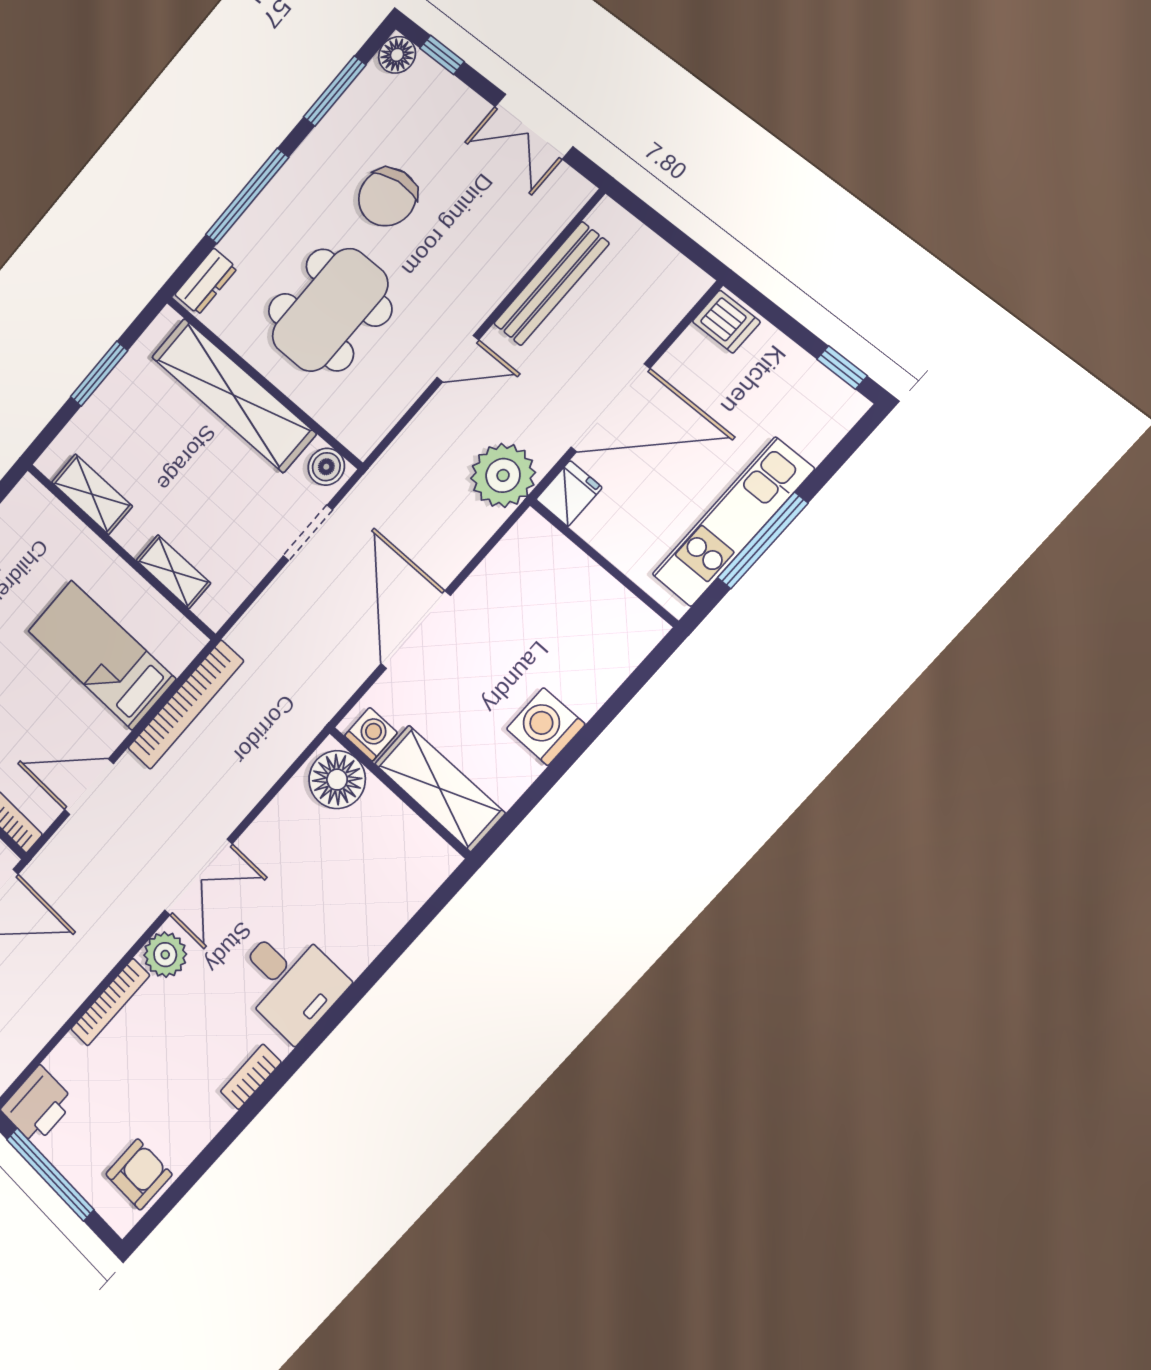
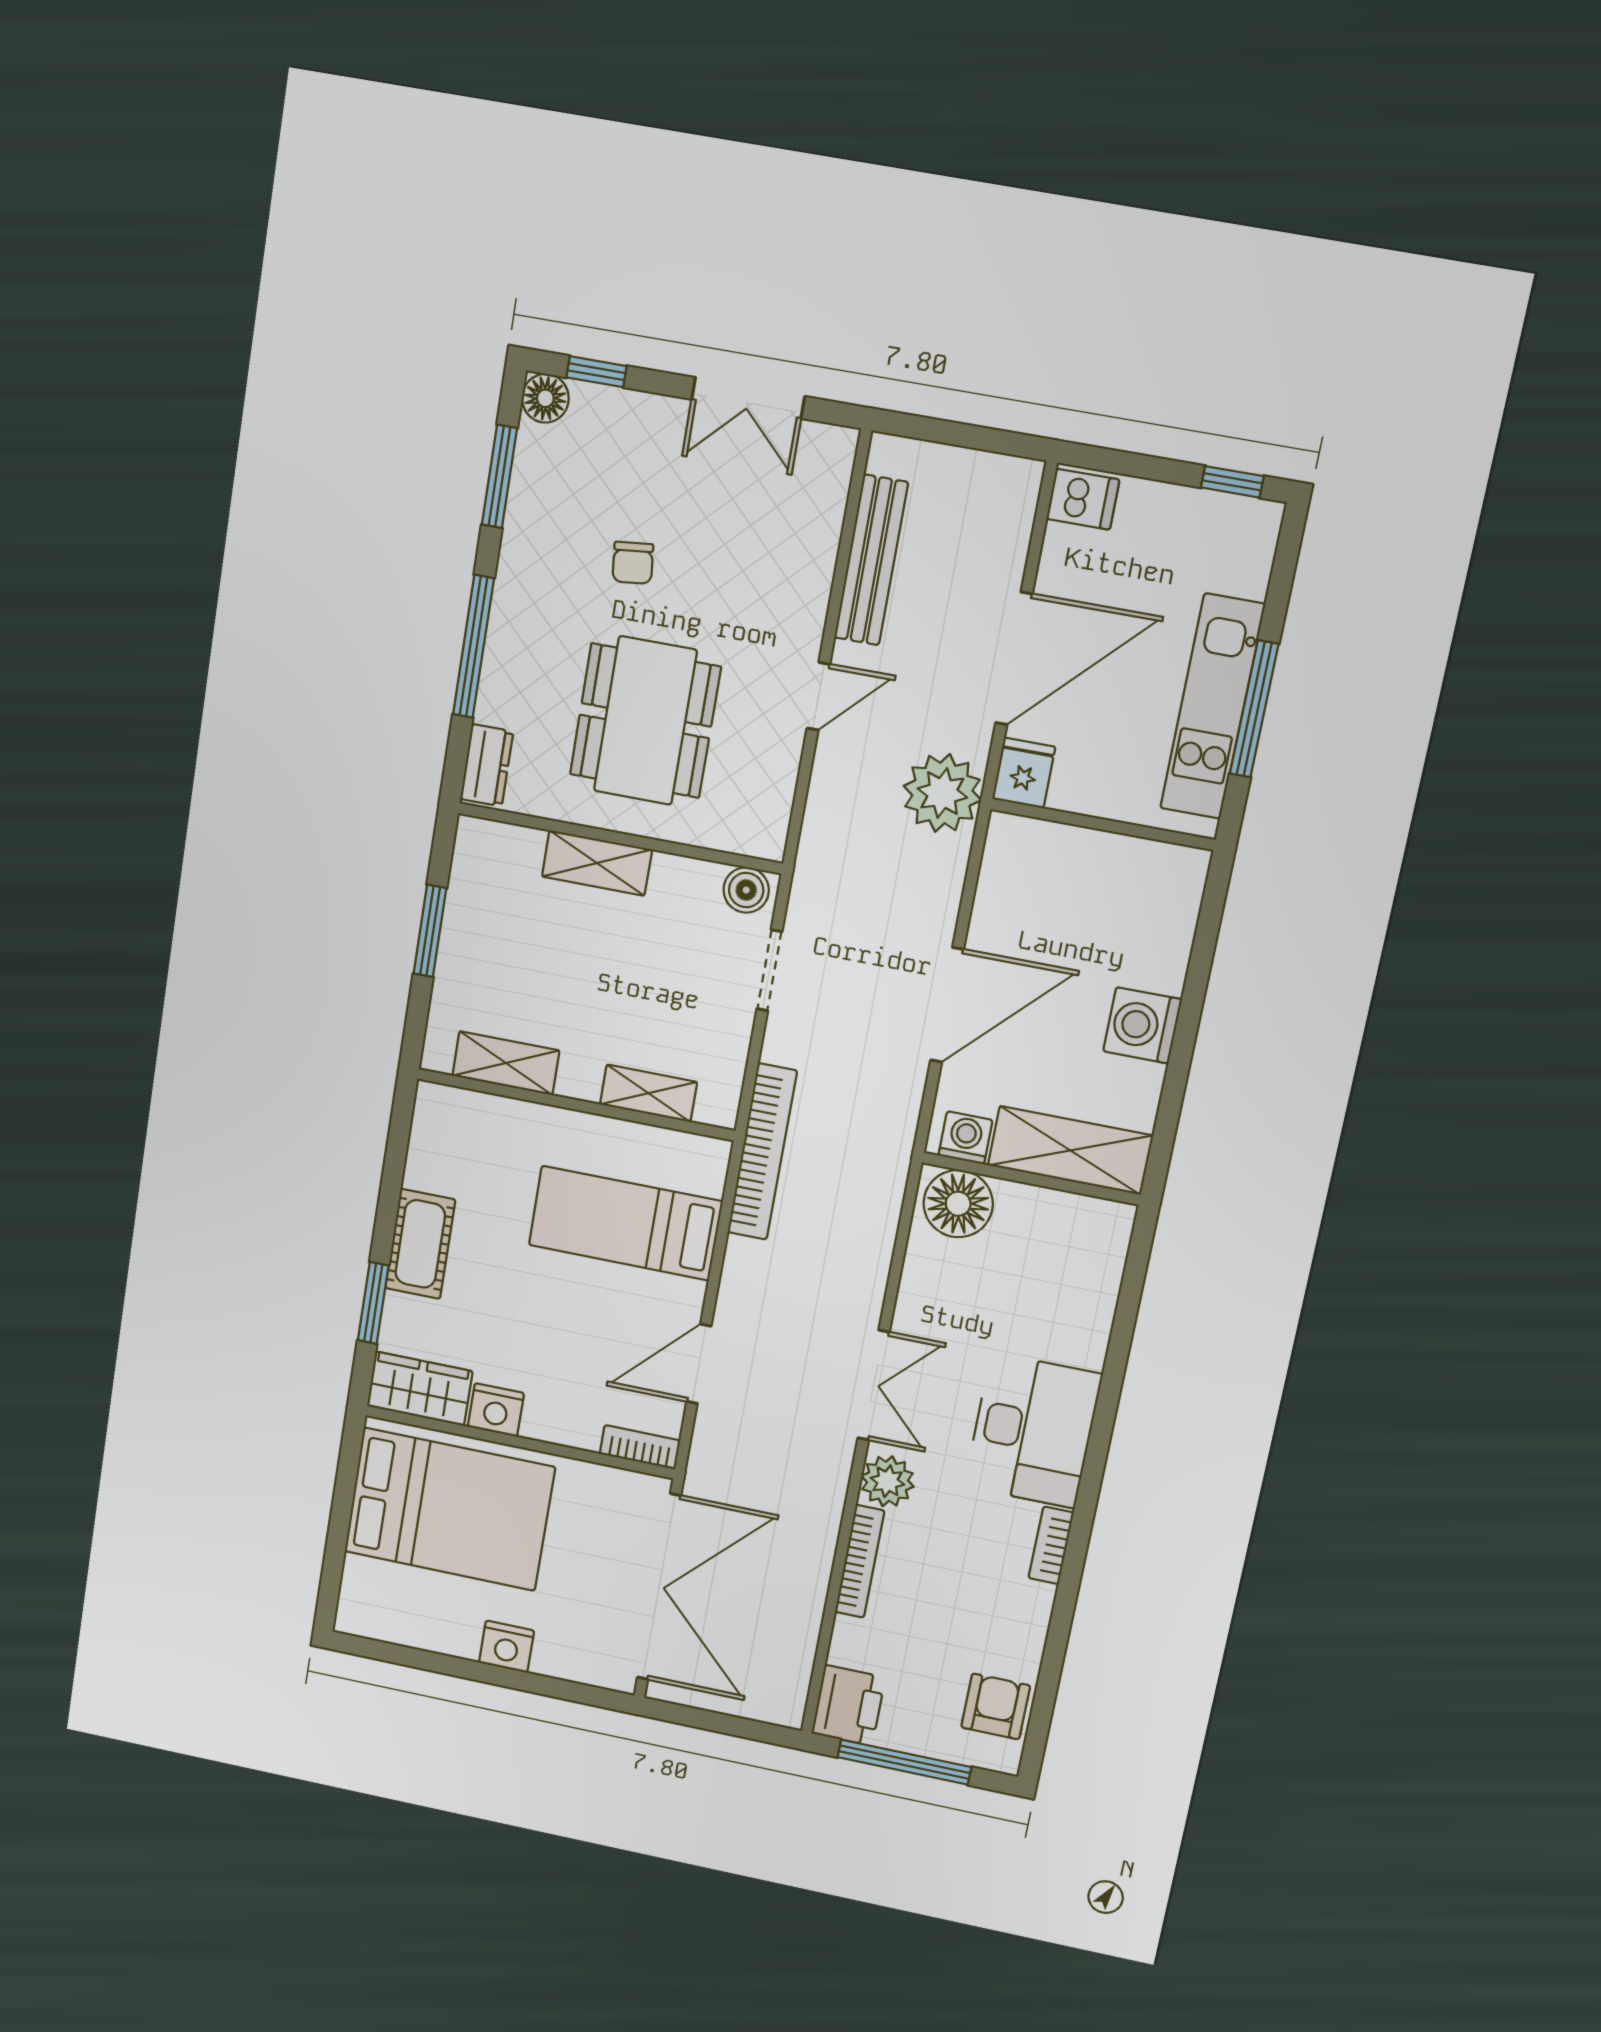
chair: (387, 197) -> (633, 563), width x0.54, depth x0.54
shelving: (233, 395) -> (597, 863), width x0.45, depth x0.75
door: (416, 630) -> (947, 1005), swing flipped
bookcase: (186, 705) -> (762, 1152), moved
desk: (290, 981) -> (1033, 1430), width x1.37

